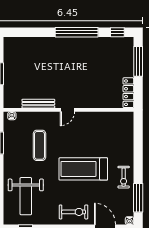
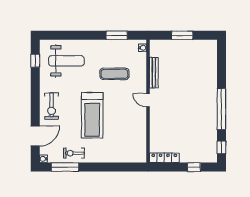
window: (138, 61) -> (194, 167), width x0.46
treadmill: (83, 169) -> (92, 115), turned 180
exercise bike: (124, 177) -> (74, 153), moved
weight bench: (26, 196) -> (66, 61), turned 180

